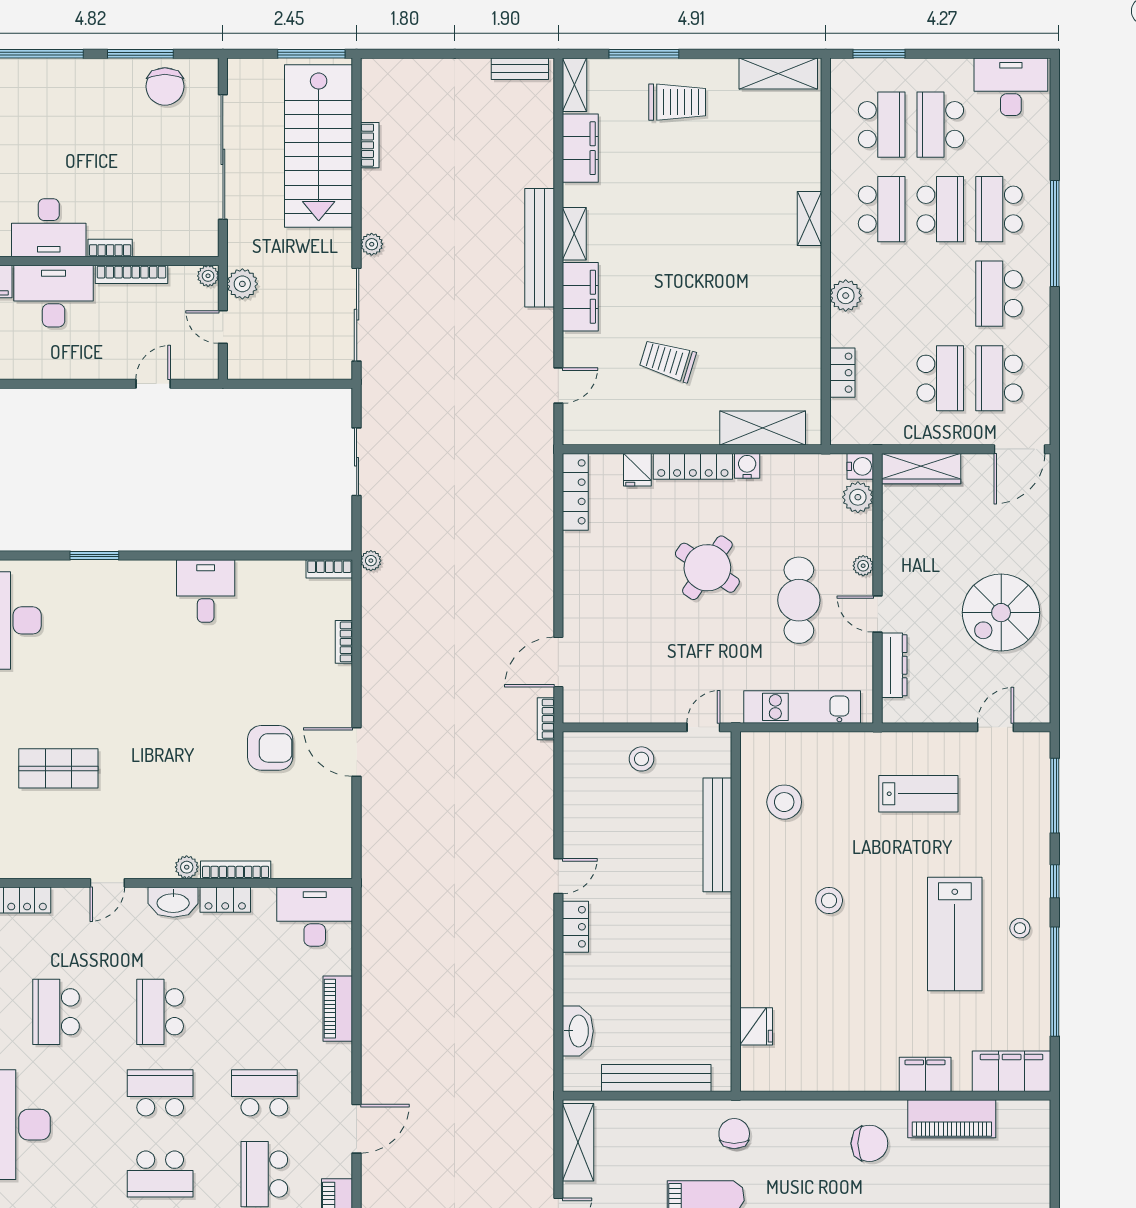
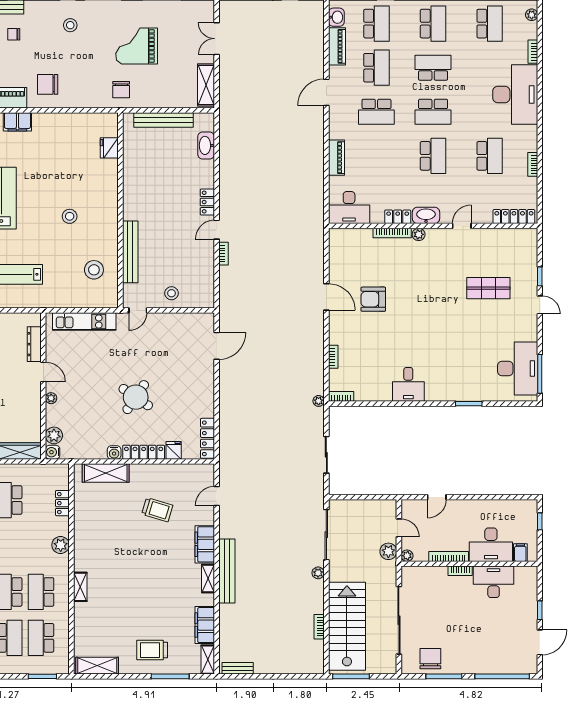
cafe table: (799, 600) -> (86, 379), removed
bookcase: (546, 719) -> (223, 254), moved

